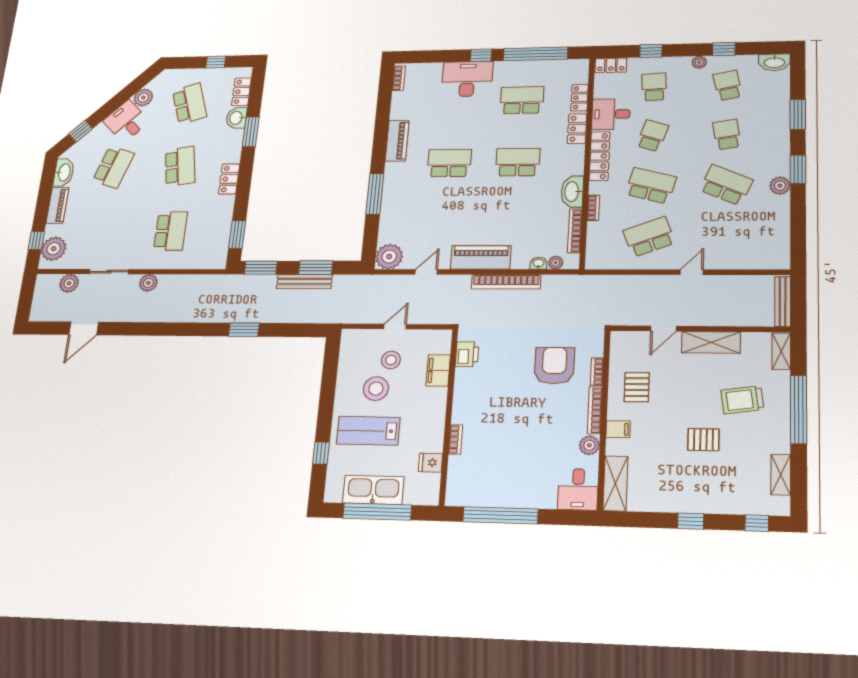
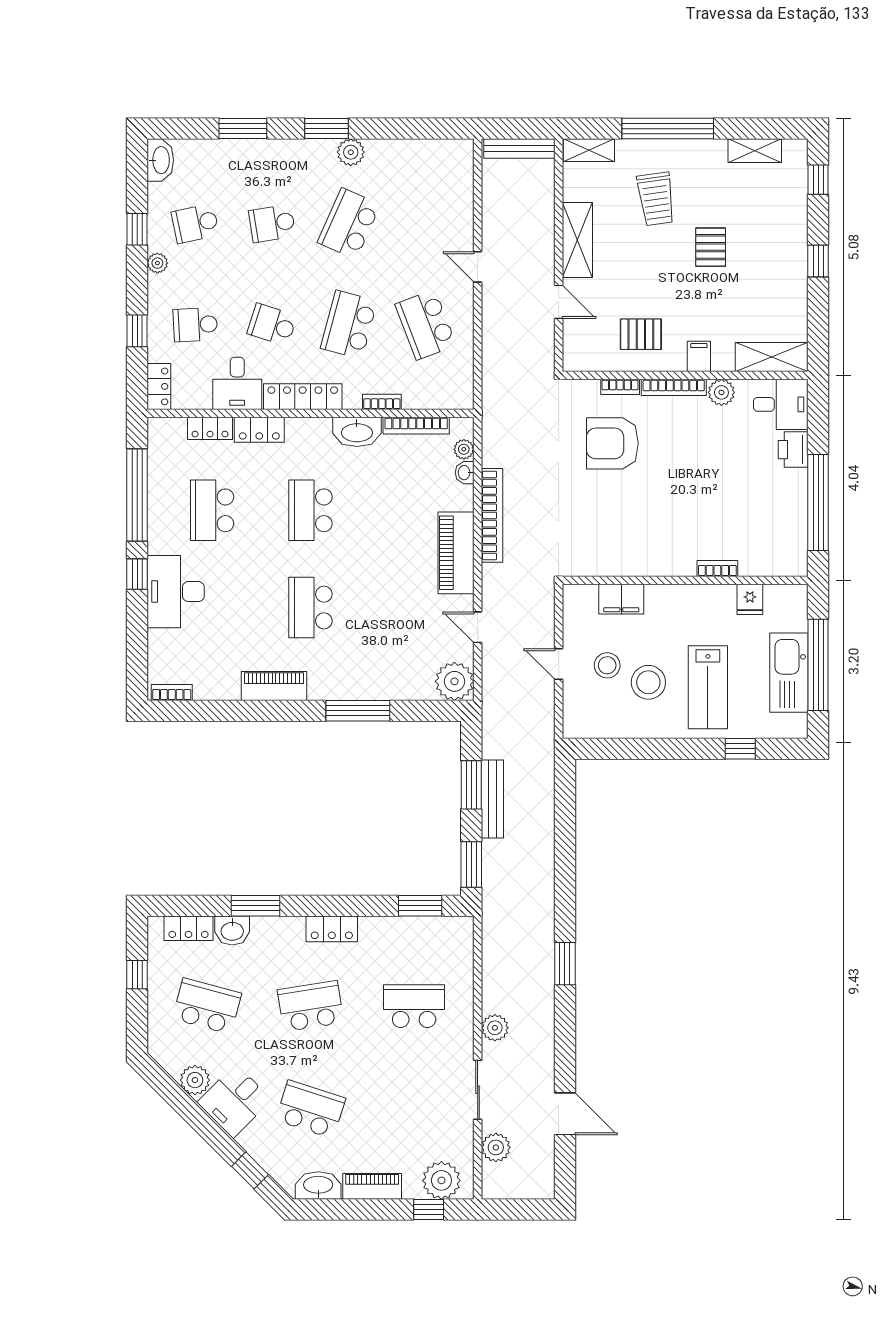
school desk: (190, 104) -> (207, 1006), turned 33
window: (244, 330) -> (565, 964), moved
printer: (467, 354) -> (793, 450), moved, turned -90

